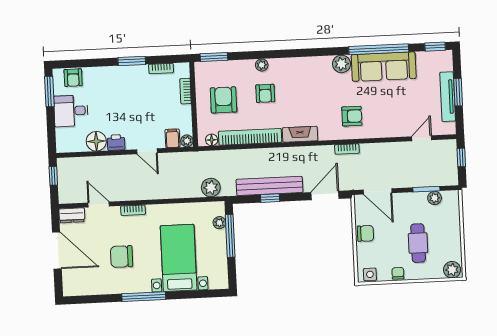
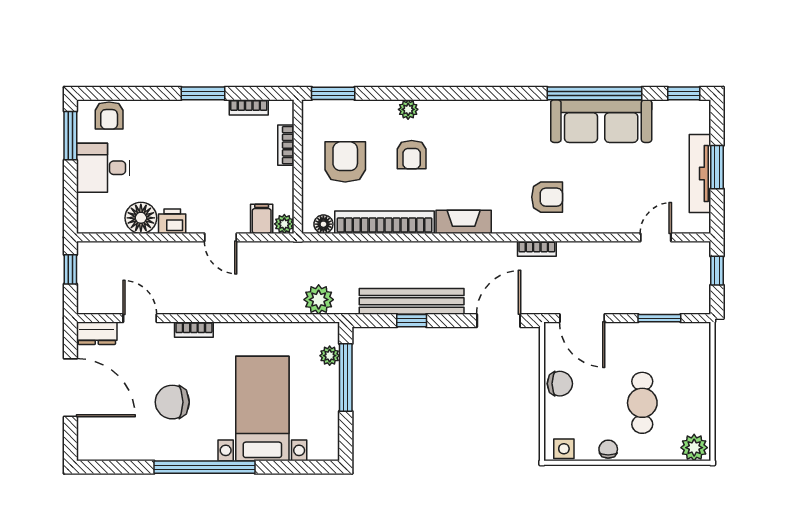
plant: (342, 64) -> (535, 114), removed
plant: (435, 198) -> (672, 333), removed
window: (144, 297) -> (204, 467), width x1.46

